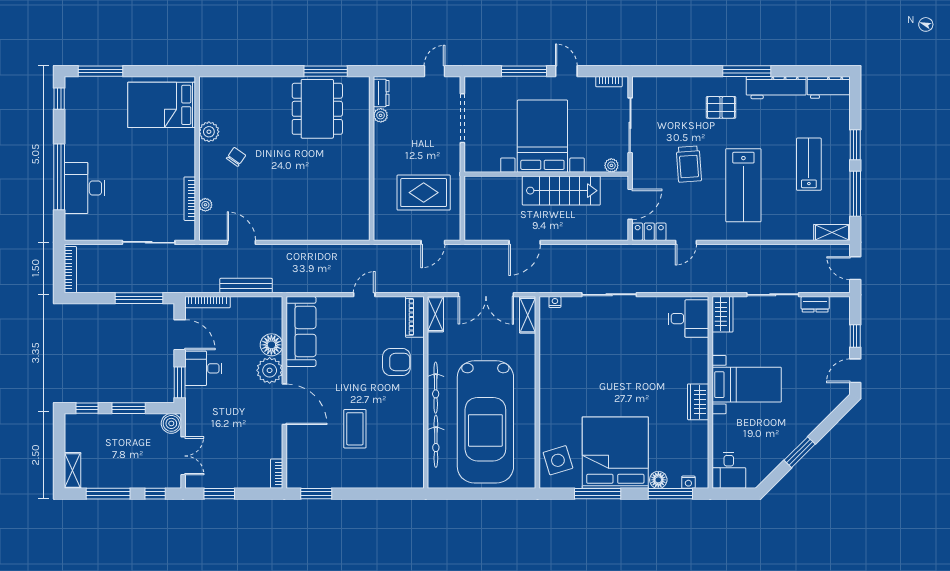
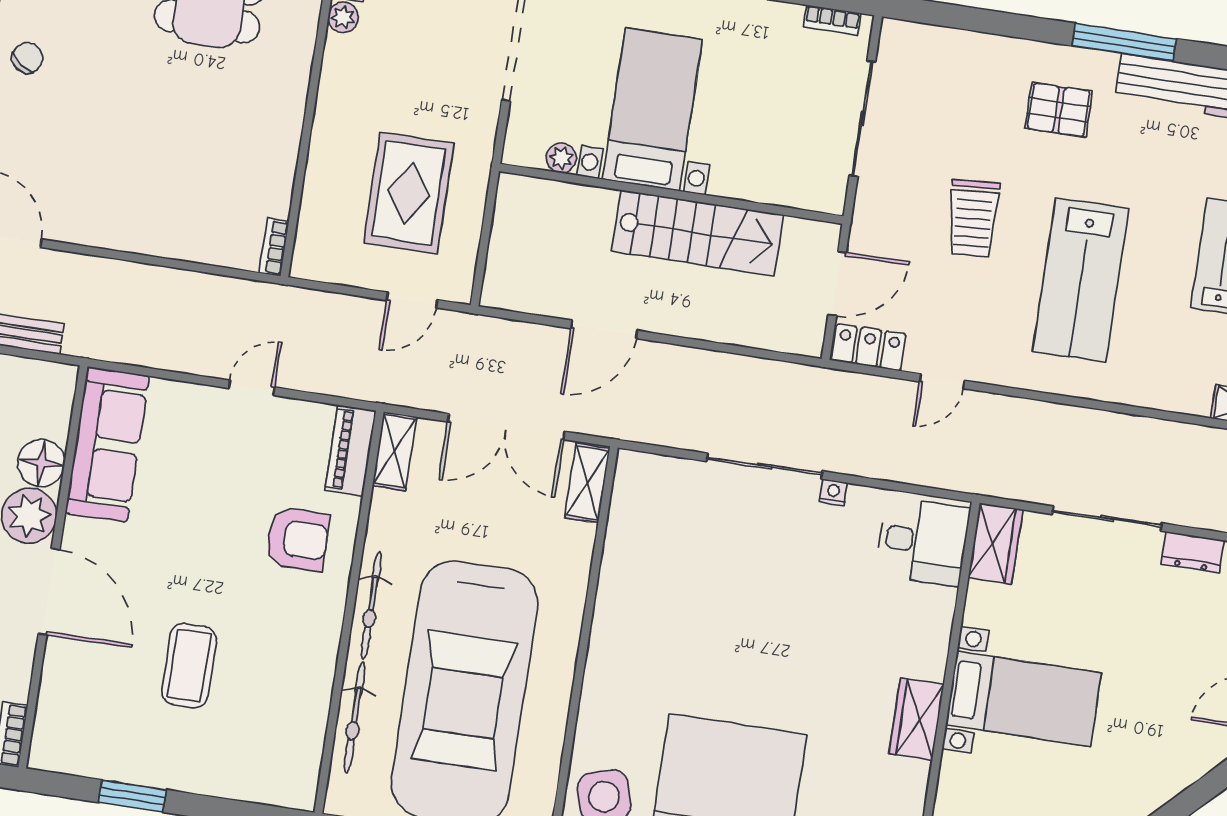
bed with nightstands: (542, 136) -> (652, 109), width x0.73
plant: (611, 165) -> (561, 158), moved
rug: (424, 193) -> (409, 193), turned 90
bookcase: (365, 227) -> (274, 247), added
nightstand: (555, 302) -> (833, 492), moved
window: (316, 494) -> (132, 796), moved

